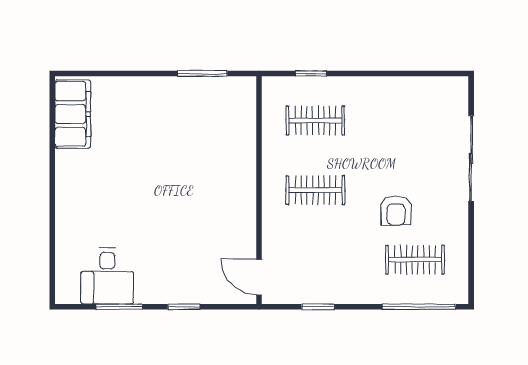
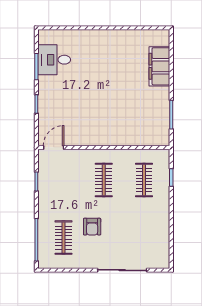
filing cabinet: (73, 114) -> (159, 66), moved, turned 90
armchair: (396, 210) -> (92, 227), turned -90

